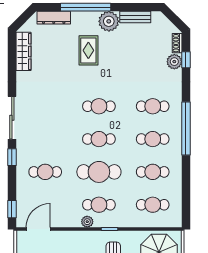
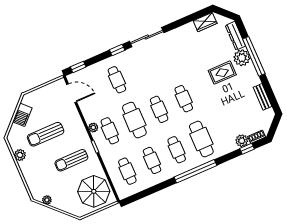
plant: (109, 21) -> (242, 58), moved
wardrobe: (23, 51) -> (205, 22), width x0.67
cafe table: (153, 106) -> (201, 139), width x1.37, depth x1.35

